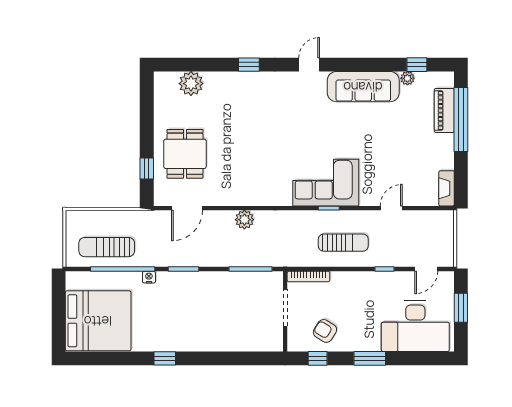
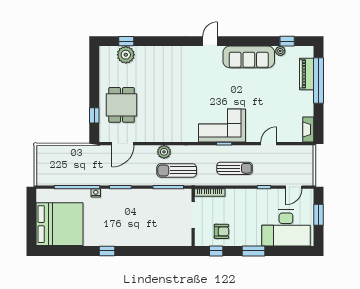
window: (249, 65) -> (126, 41), moved
sun lounger: (107, 247) -> (177, 170), moved
armchair: (325, 331) -> (221, 231), turned 148

